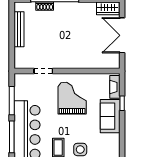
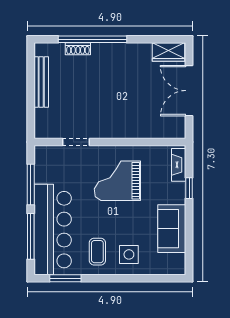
grand piano: (72, 98) -> (117, 181), turned -90
sofa: (110, 116) -> (172, 229), moved

